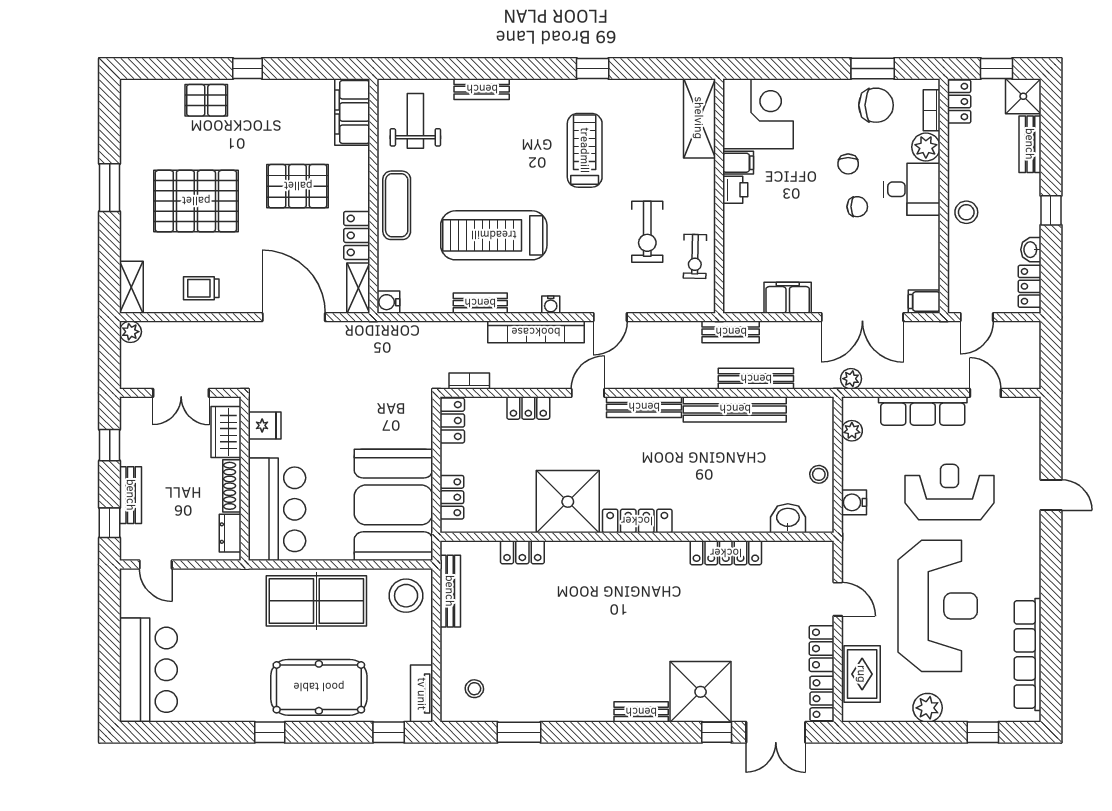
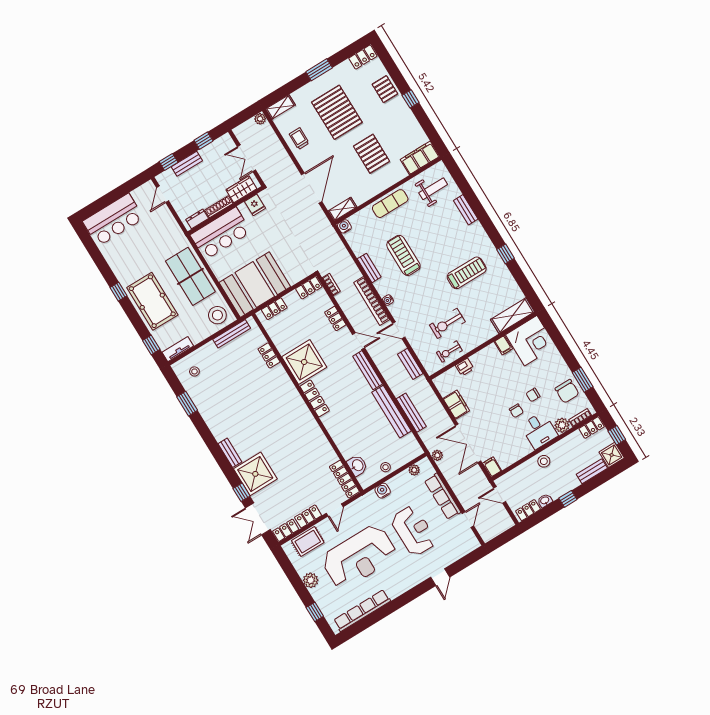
printer: (735, 190) -> (465, 367), moved
locker: (357, 235) -> (363, 57), moved, turned 180
treadmill: (494, 235) -> (403, 255), width x0.73, depth x0.73
bench: (731, 332) -> (410, 364), moved
locker: (726, 553) -> (344, 479), moved

